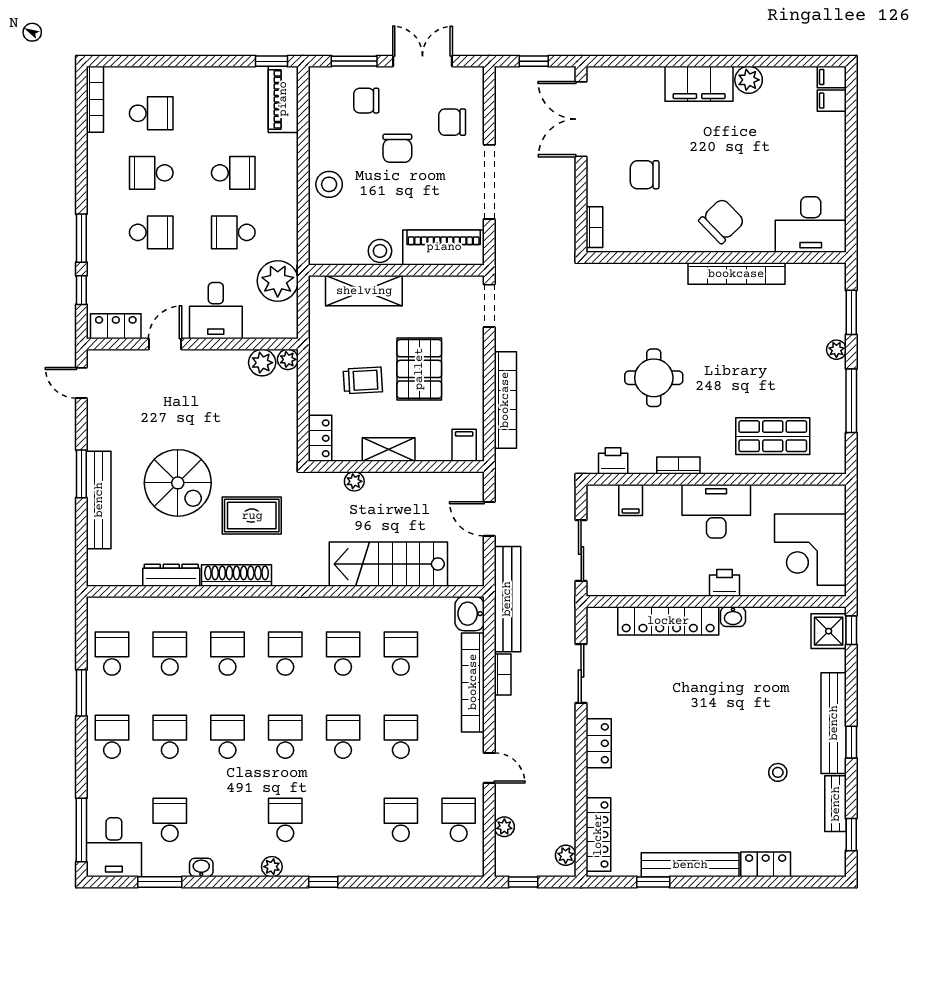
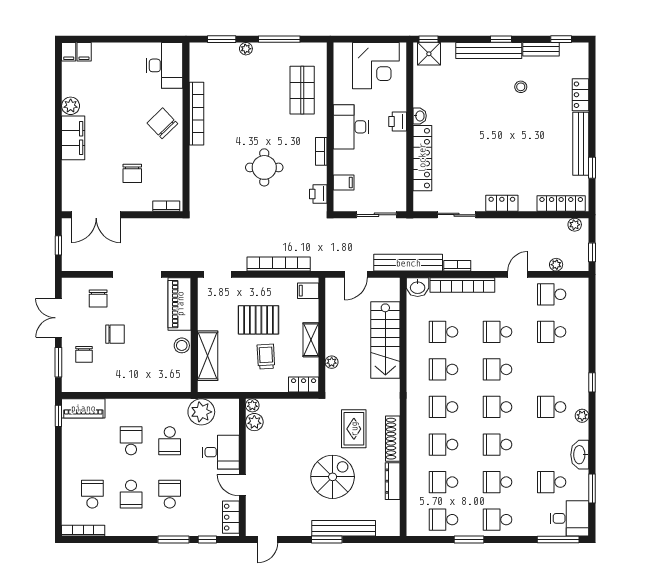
stool: (329, 184) -> (139, 379), removed
washbasin: (201, 867) -> (580, 455), width x1.91, depth x1.45

